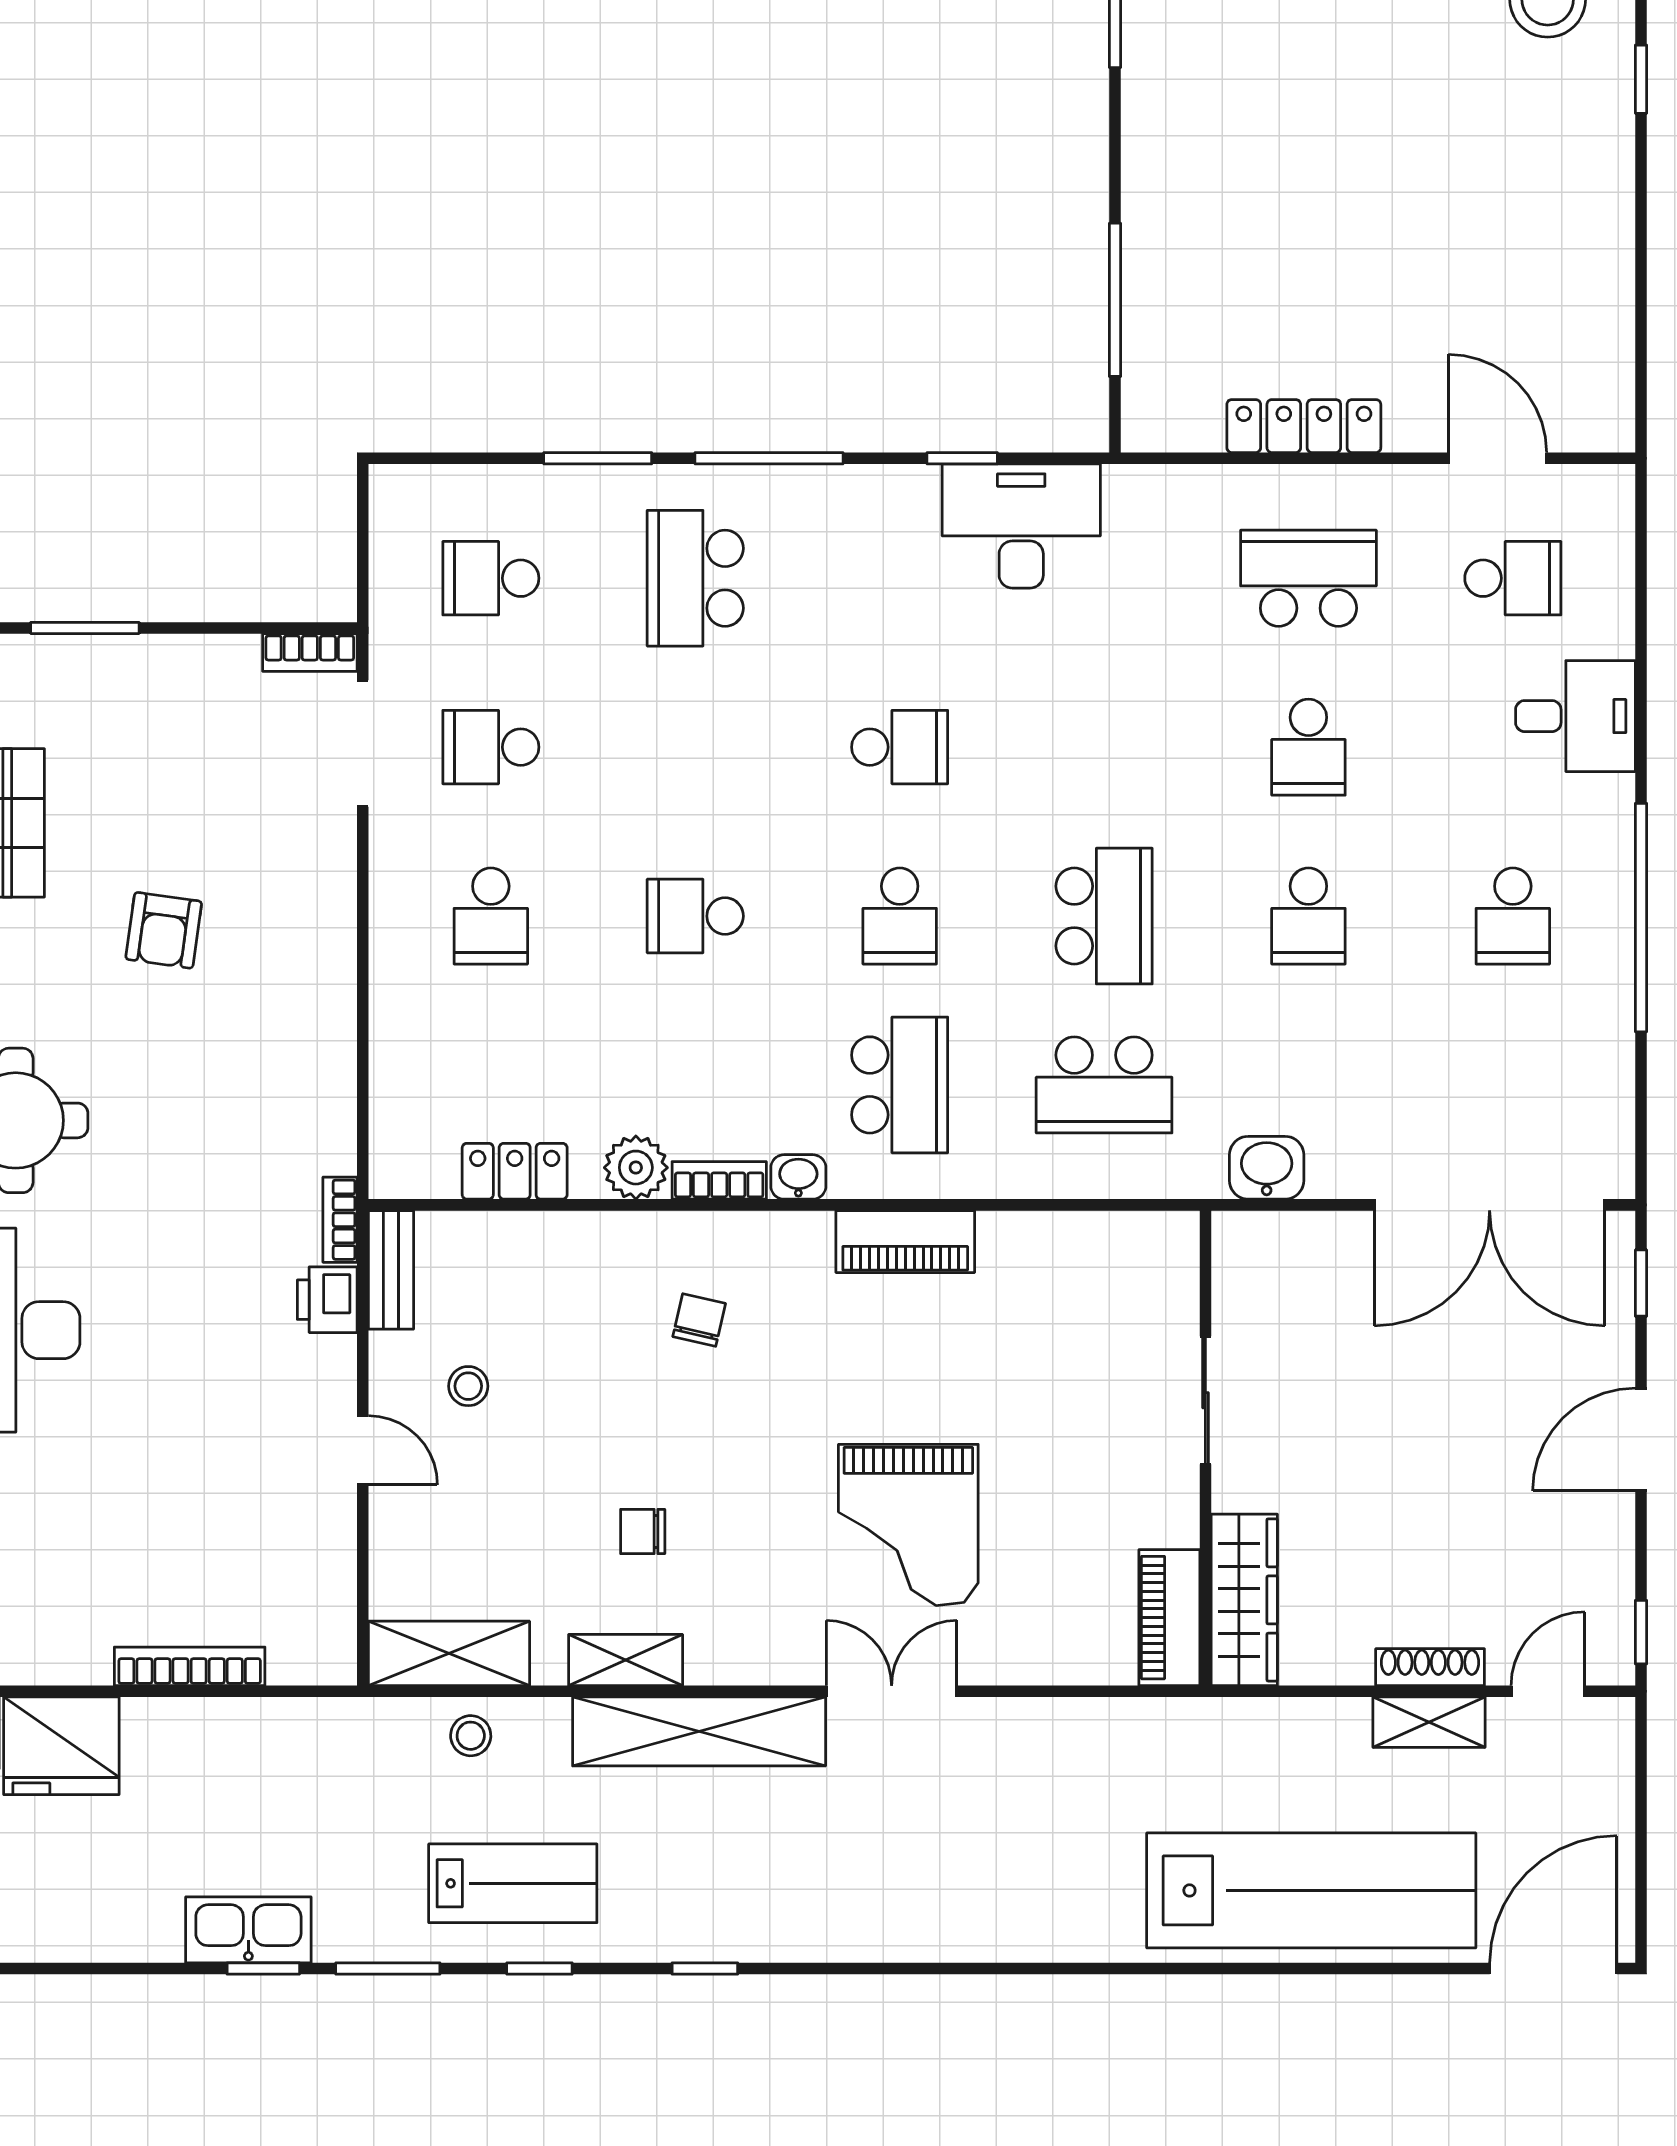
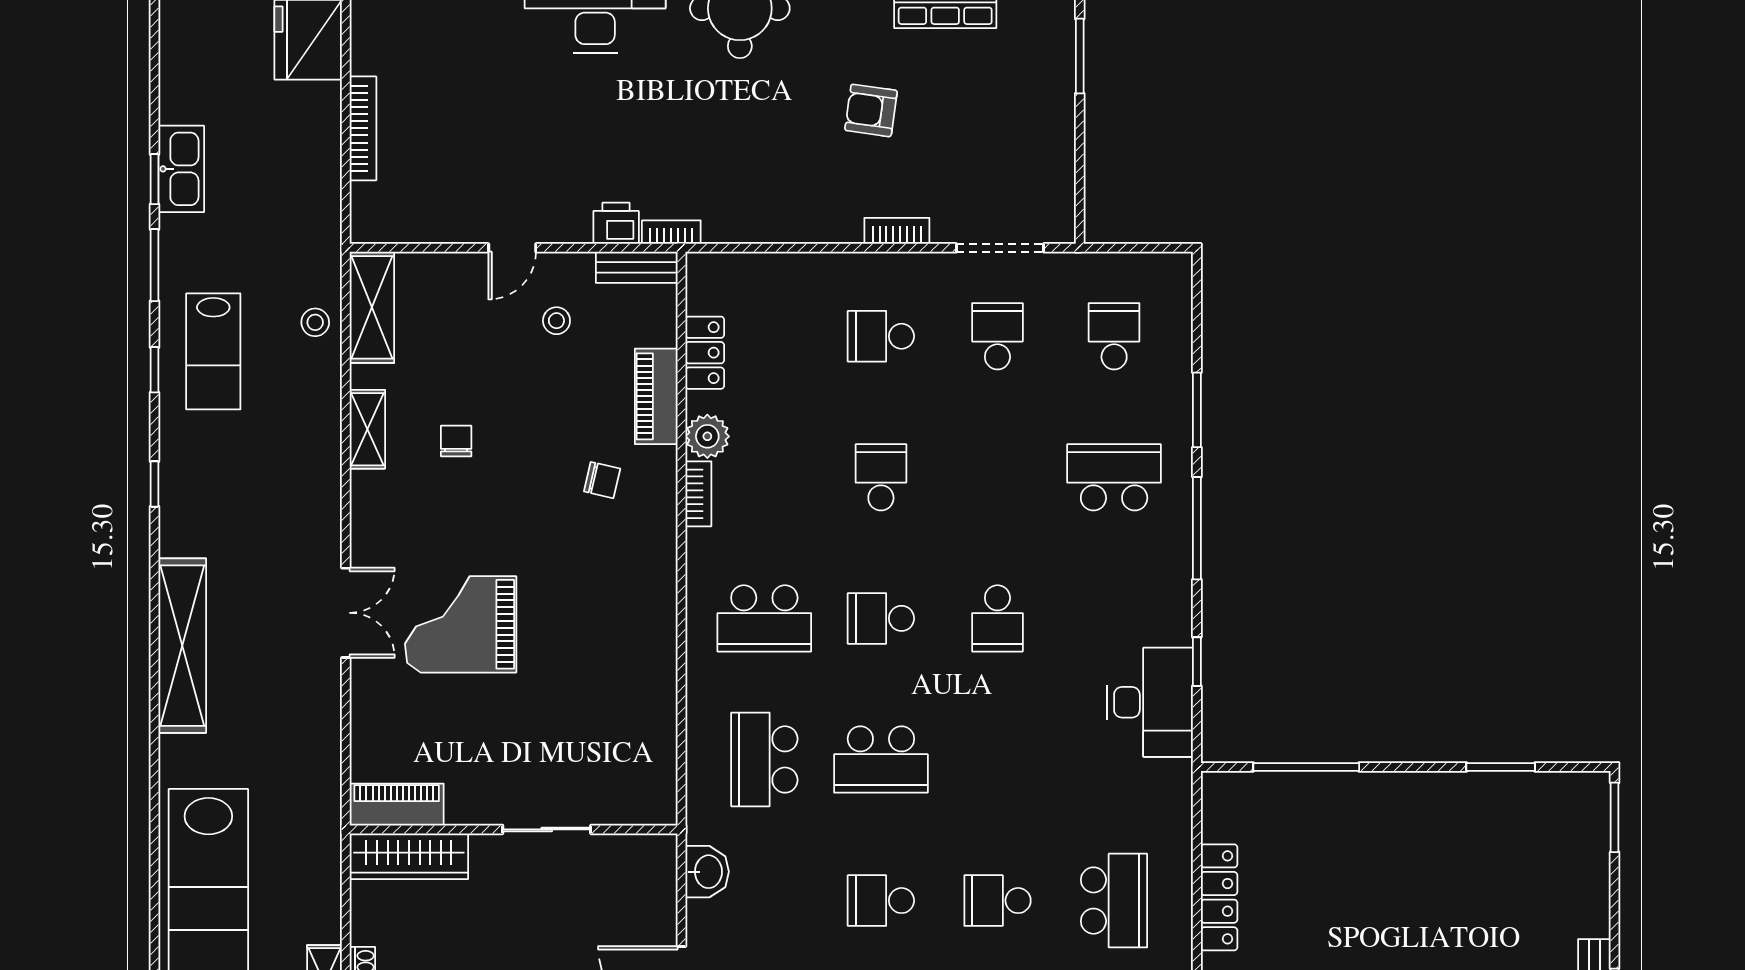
bookcase: (310, 652) -> (897, 231), moved, turned 90
washbasin: (798, 1177) -> (701, 548), removed
piano: (905, 1242) -> (656, 396), moved
shelving: (699, 1731) -> (182, 646), moved

